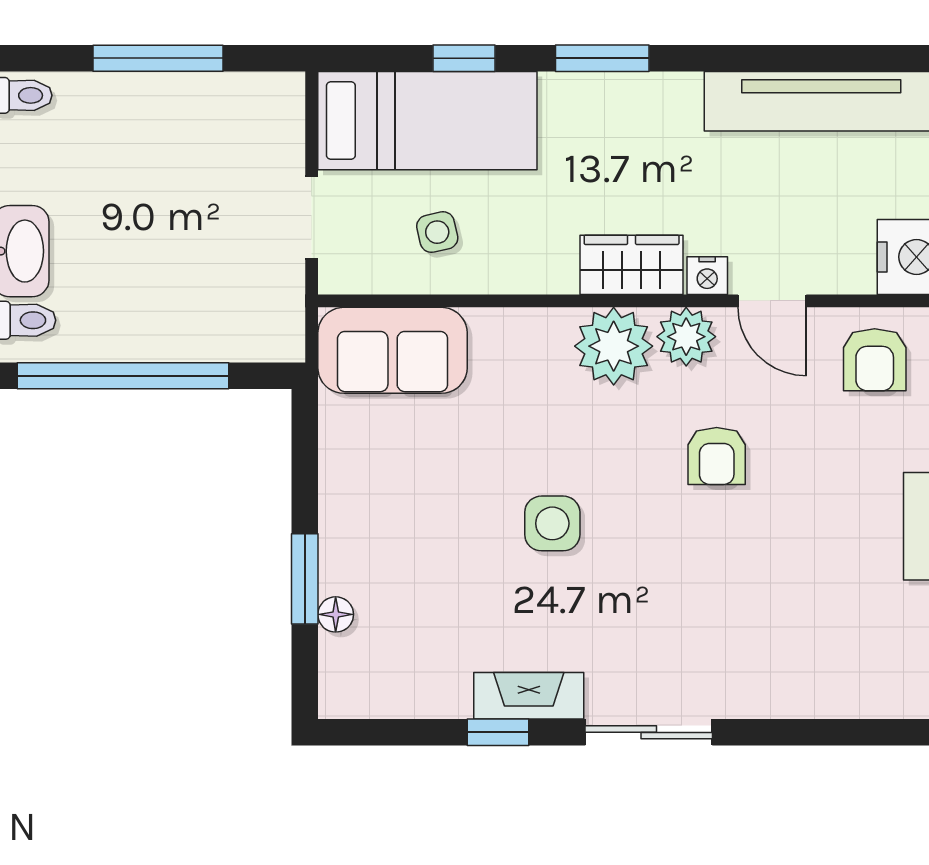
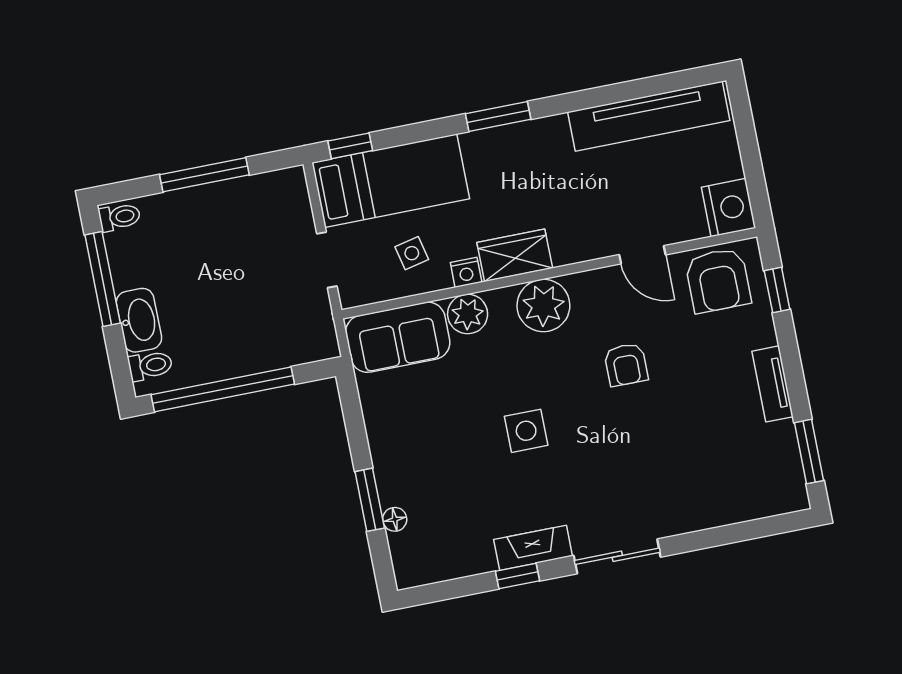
window: (464, 58) -> (350, 146), moved
wardrobe: (632, 265) -> (515, 255), moved
nightstand: (707, 276) -> (466, 272), moved
plant: (686, 337) -> (468, 314), moved
armchair: (875, 360) -> (718, 280), width x1.38, depth x1.38

